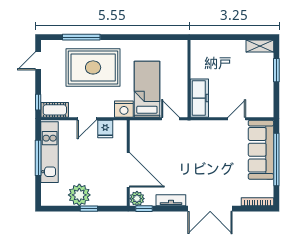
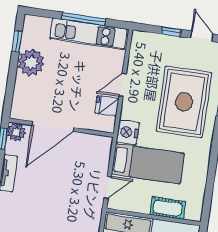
window: (38, 102) -> (171, 32), moved
cot: (55, 110) -> (168, 208), moved, turned 90
door: (87, 119) -> (123, 85), hinge flipped
window: (89, 209) -> (17, 41), moved

